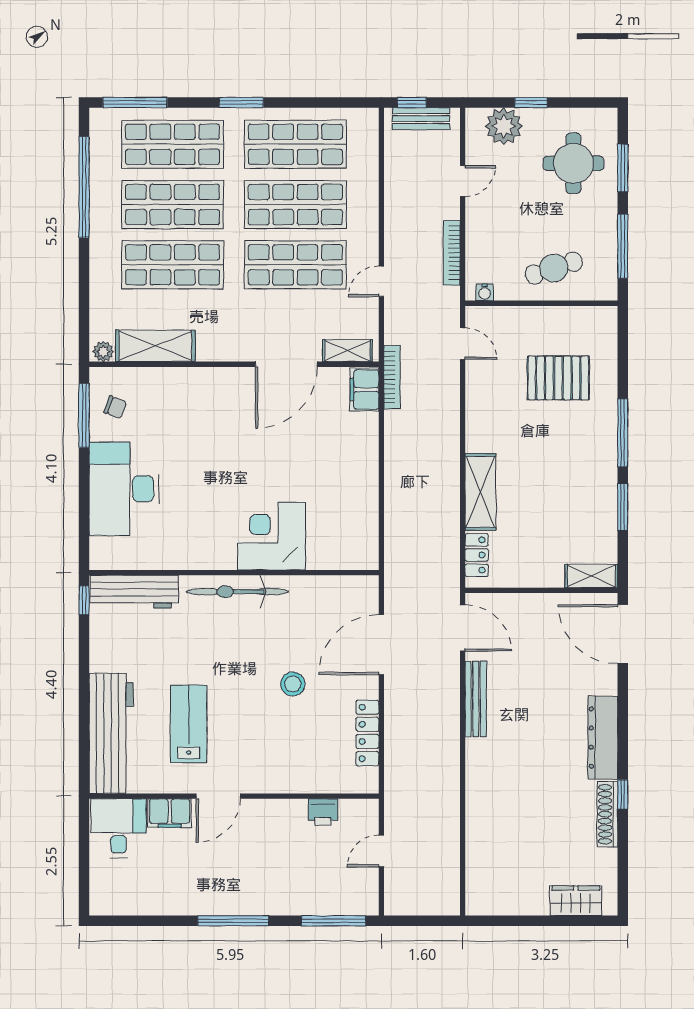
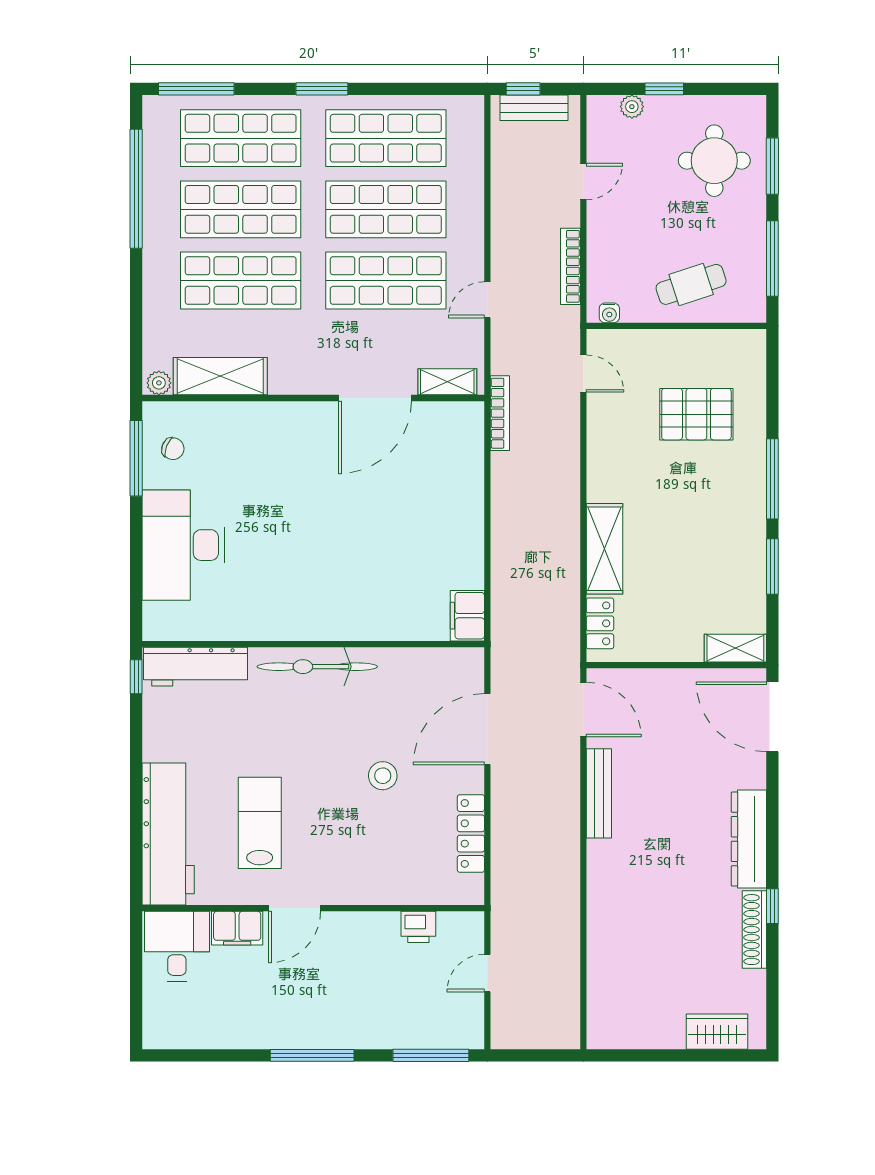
plant: (504, 126) -> (632, 107), width x0.53, depth x0.53
filing cabinet: (364, 389) -> (467, 616), moved
corner desk: (272, 536) -> (358, 601), removed

